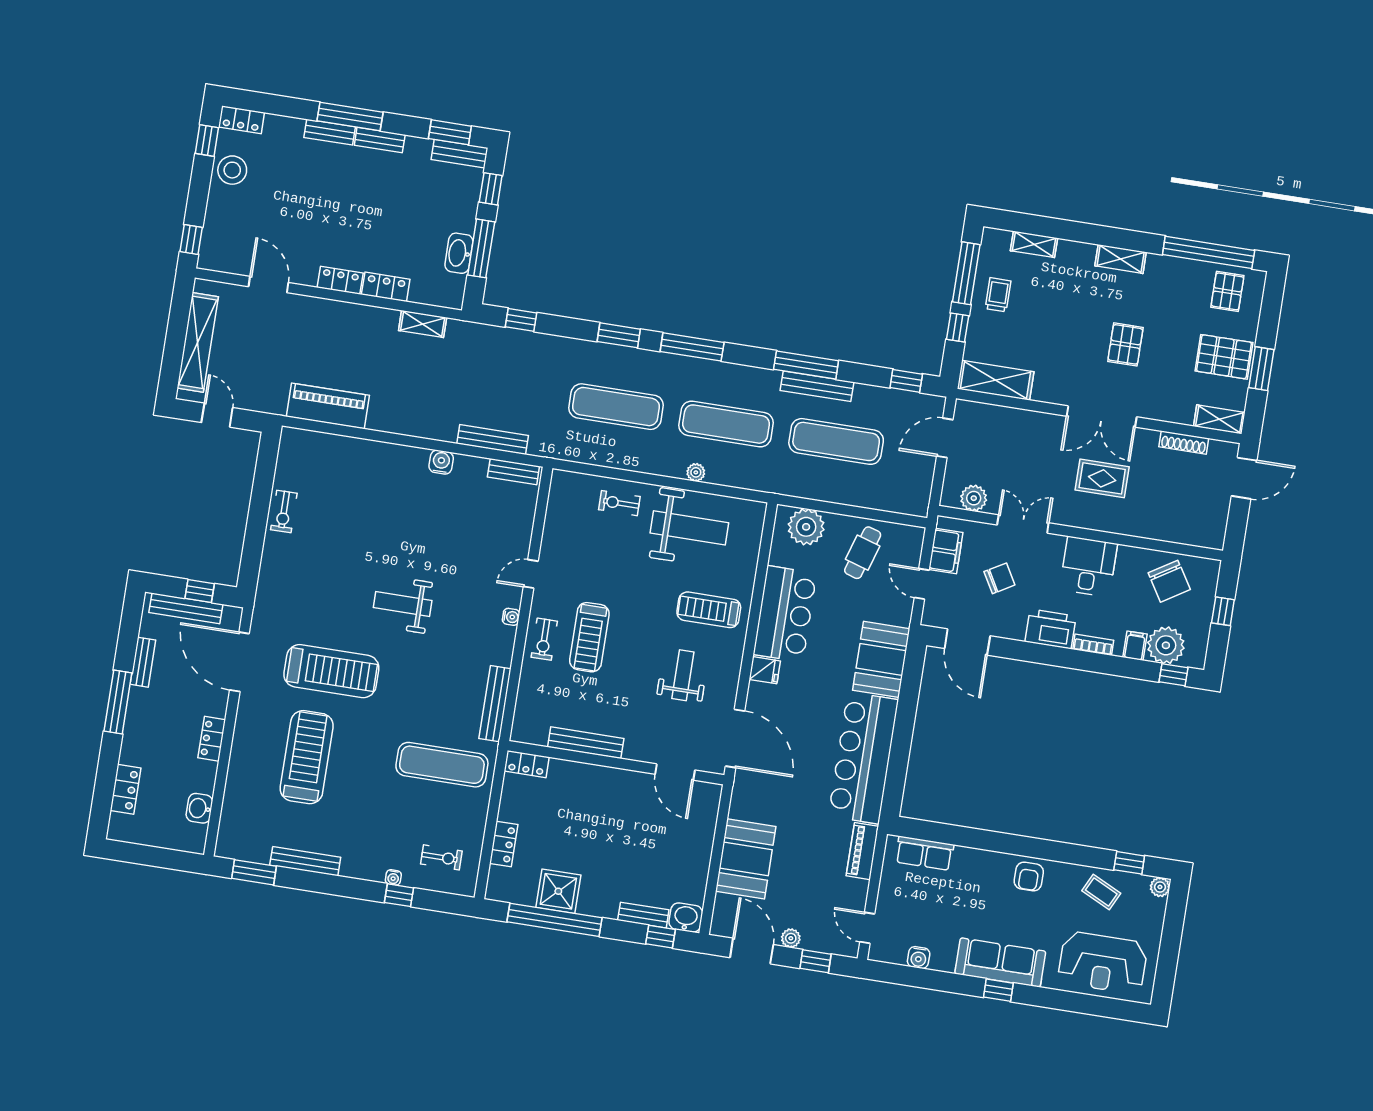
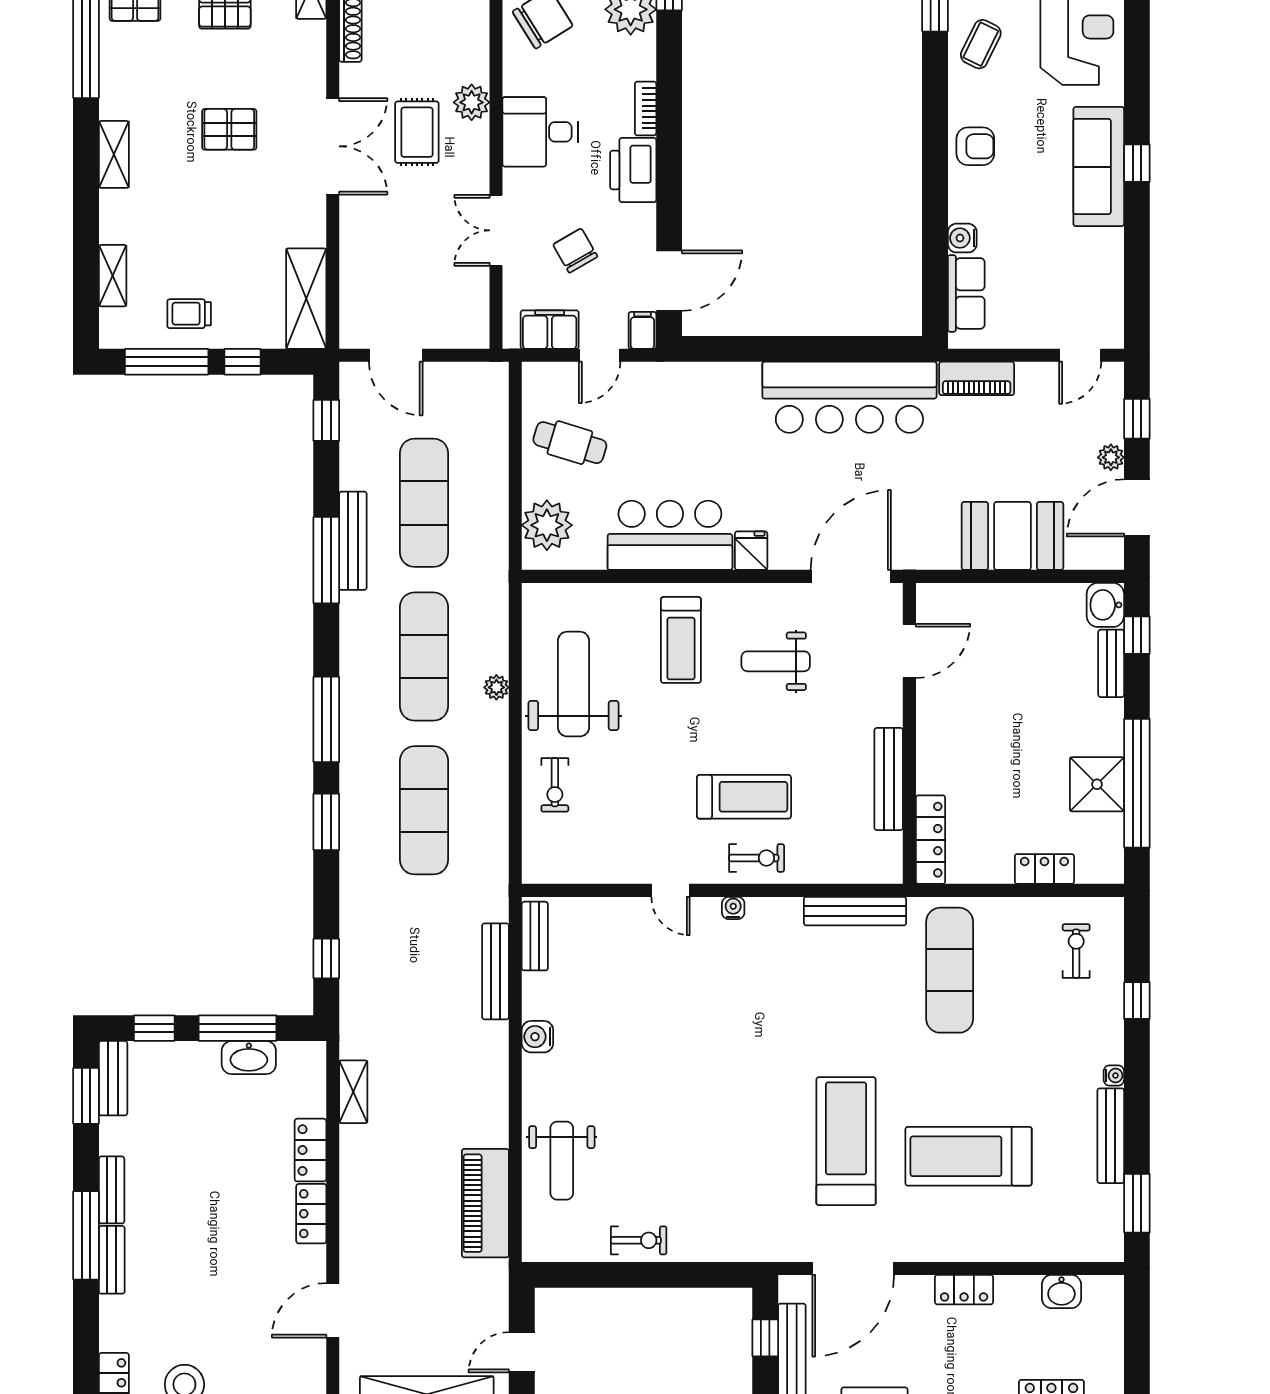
plant: (974, 498) -> (472, 102), moved
weight bench: (403, 604) -> (562, 1161), moved
filing cabinet: (1135, 646) -> (642, 330), moved, turned 90
booth: (881, 659) -> (711, 394), removed
locker: (527, 764) -> (930, 840), width x1.53
water cooler: (393, 877) -> (1114, 1076), moved
water cooler: (919, 958) -> (962, 238), moved, turned 180

